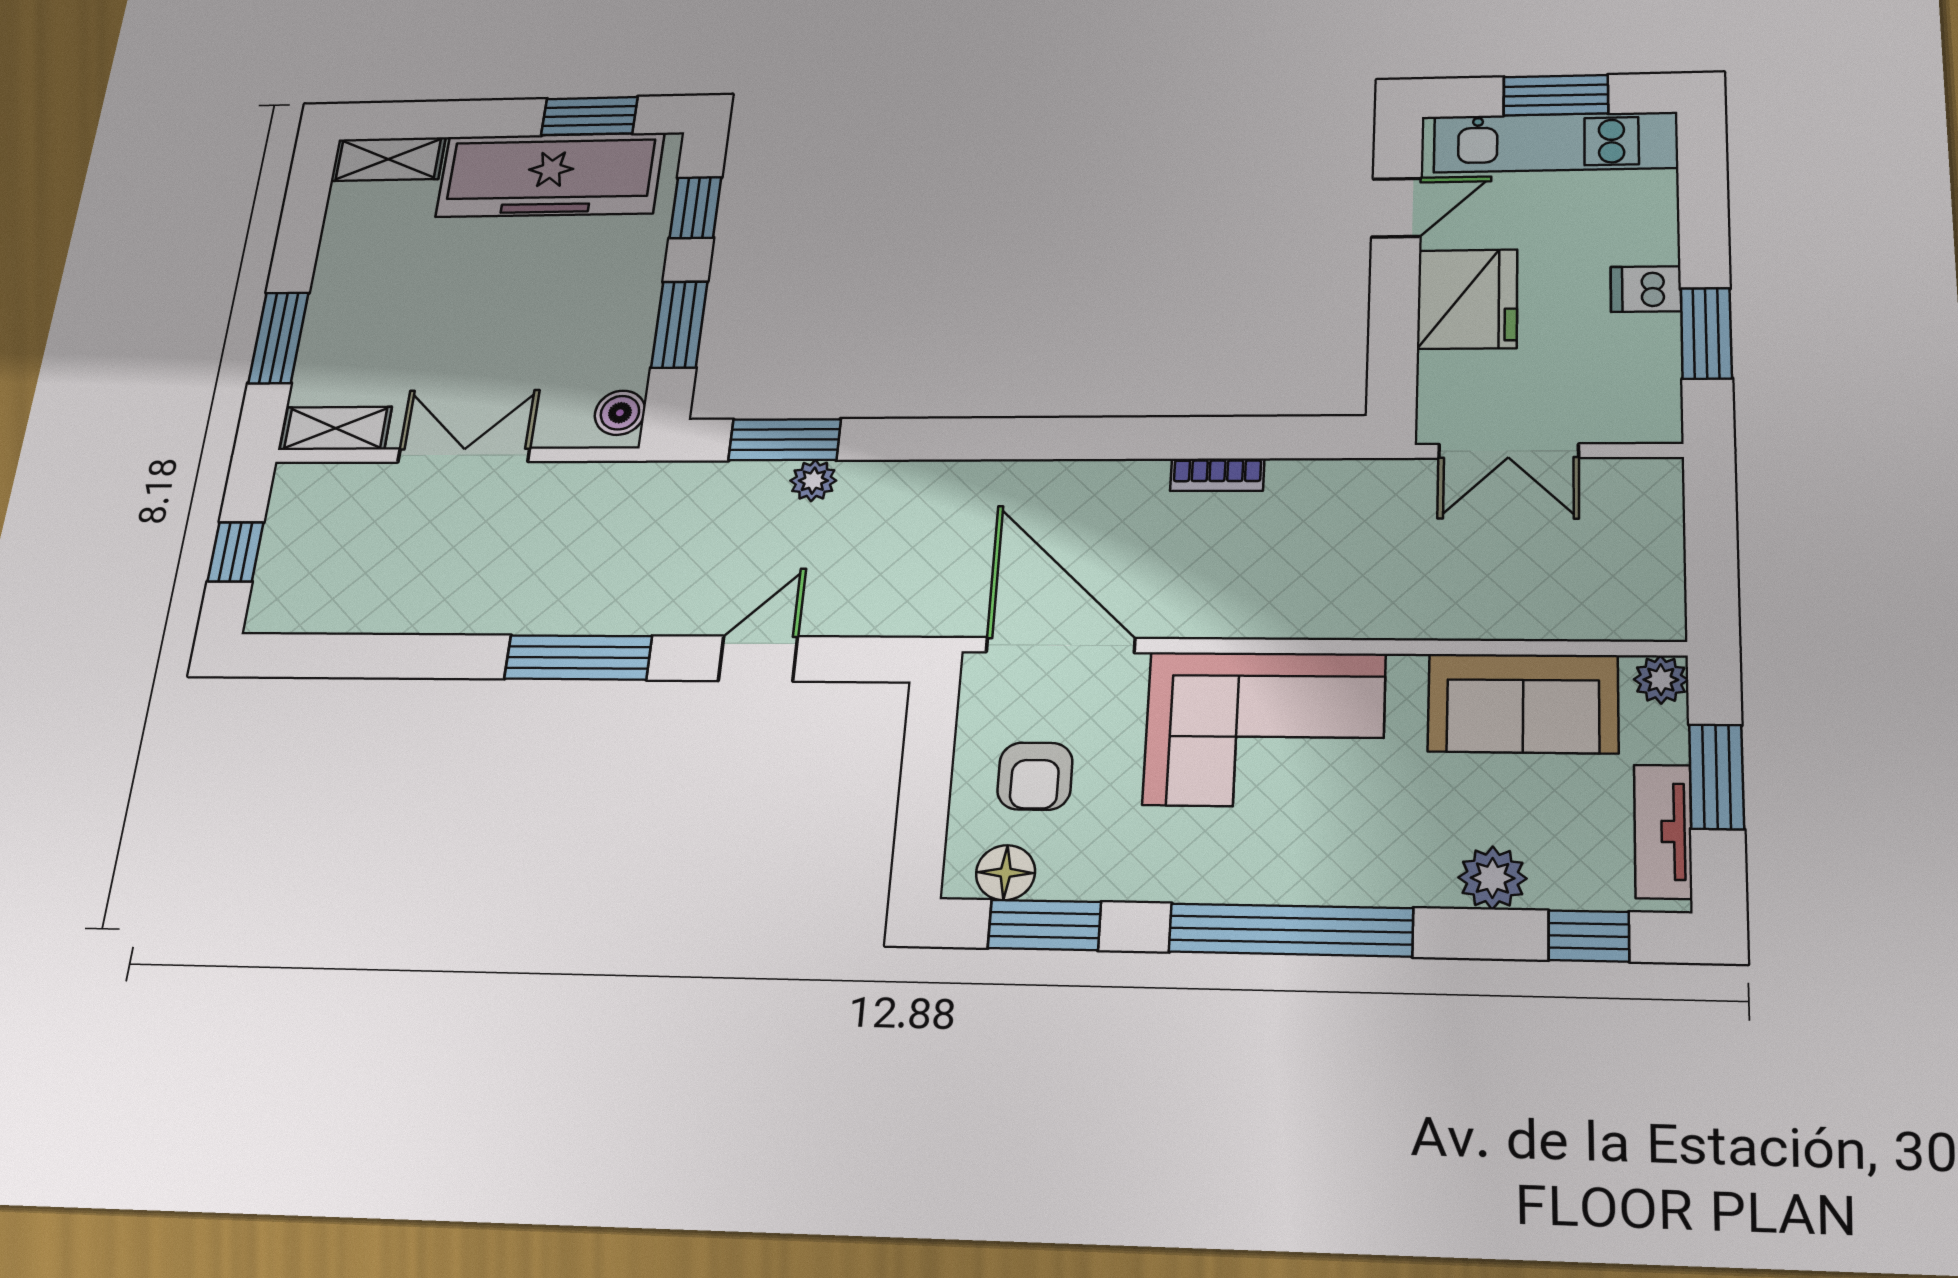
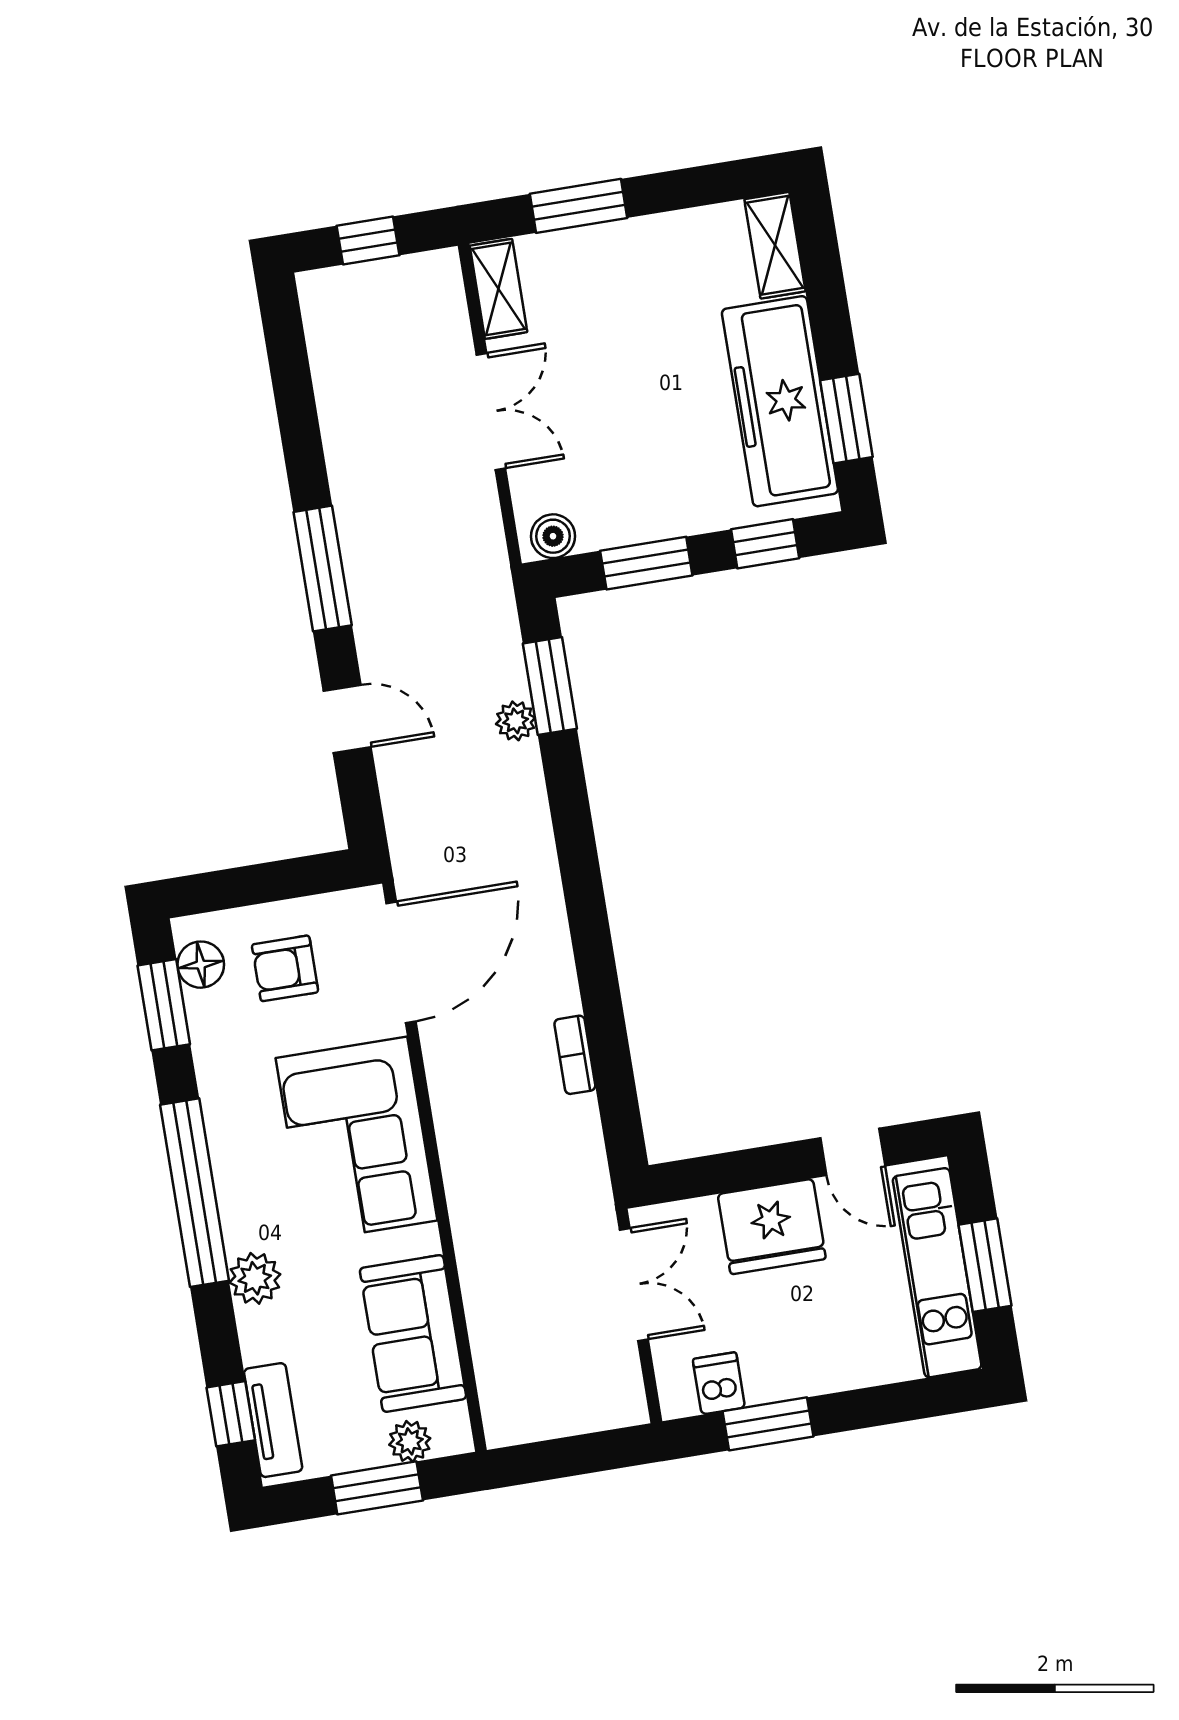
dishwasher: (1646, 289) -> (719, 1383), moved
double door: (1509, 451) -> (634, 1285), swing flipped
plant: (1661, 680) -> (410, 1441), moved
tv unit: (1663, 831) -> (273, 1420), moved, turned 90
plant: (1493, 878) -> (255, 1278), moved

